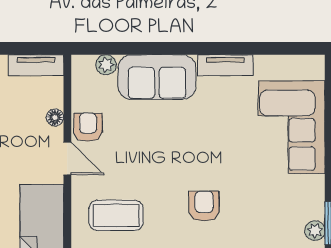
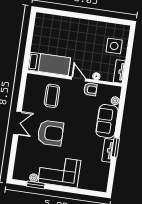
window: (216, 48) -> (115, 148), added
corner sofa: (292, 127) -> (59, 172), moved
door: (67, 158) -> (79, 79), swing flipped
armchair: (204, 206) -> (50, 133), width x1.88, depth x1.88

